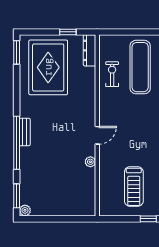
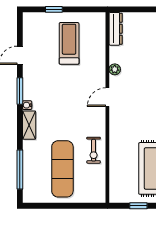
dresser: (90, 50) -> (116, 29), moved
exercise bike: (112, 74) -> (94, 150), moved

